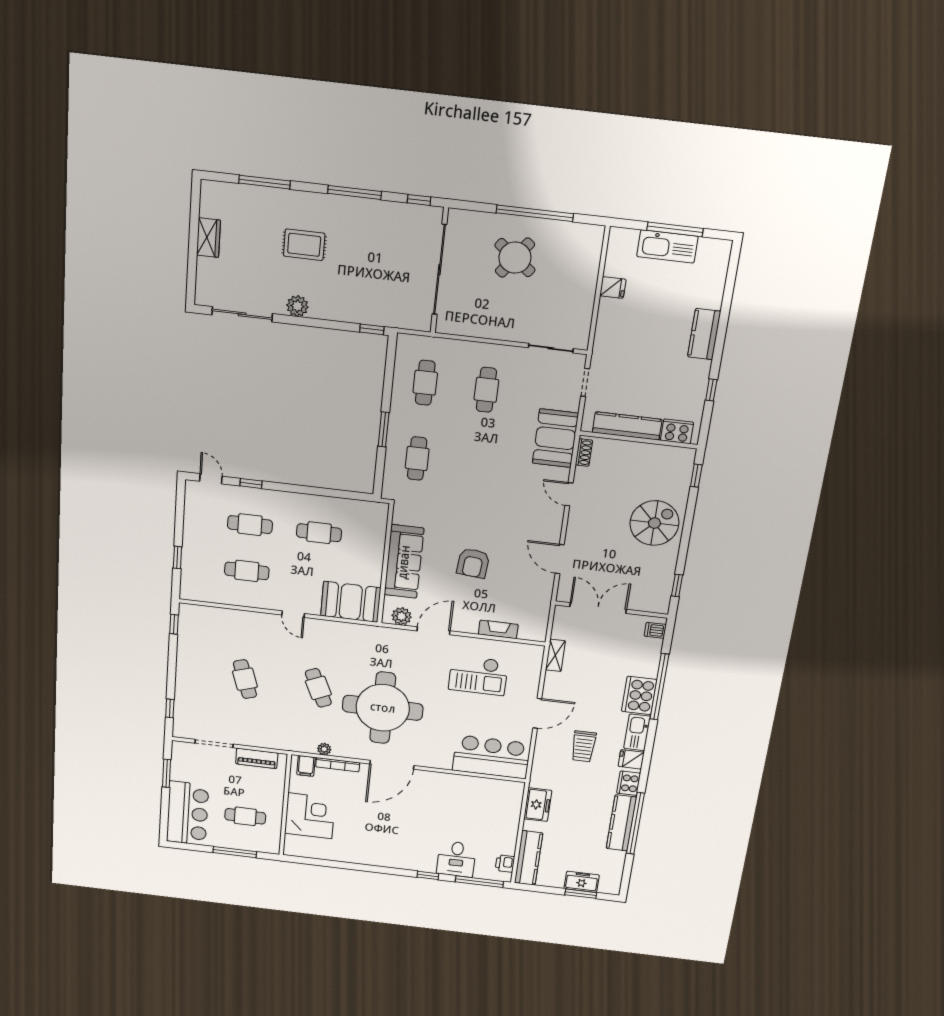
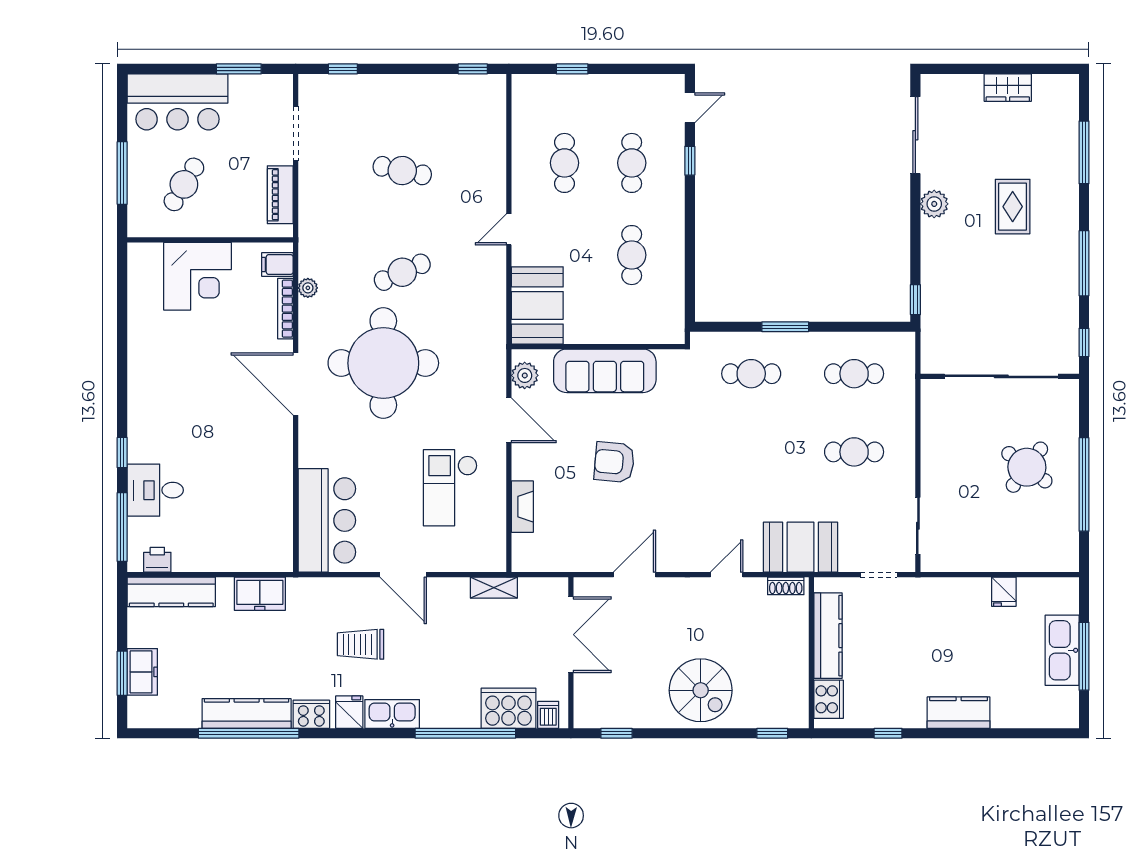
cafe table: (245, 679) -> (402, 171), turned 30
cooker: (639, 695) -> (508, 708), moved
cafe table: (245, 816) -> (184, 184), turned 31

